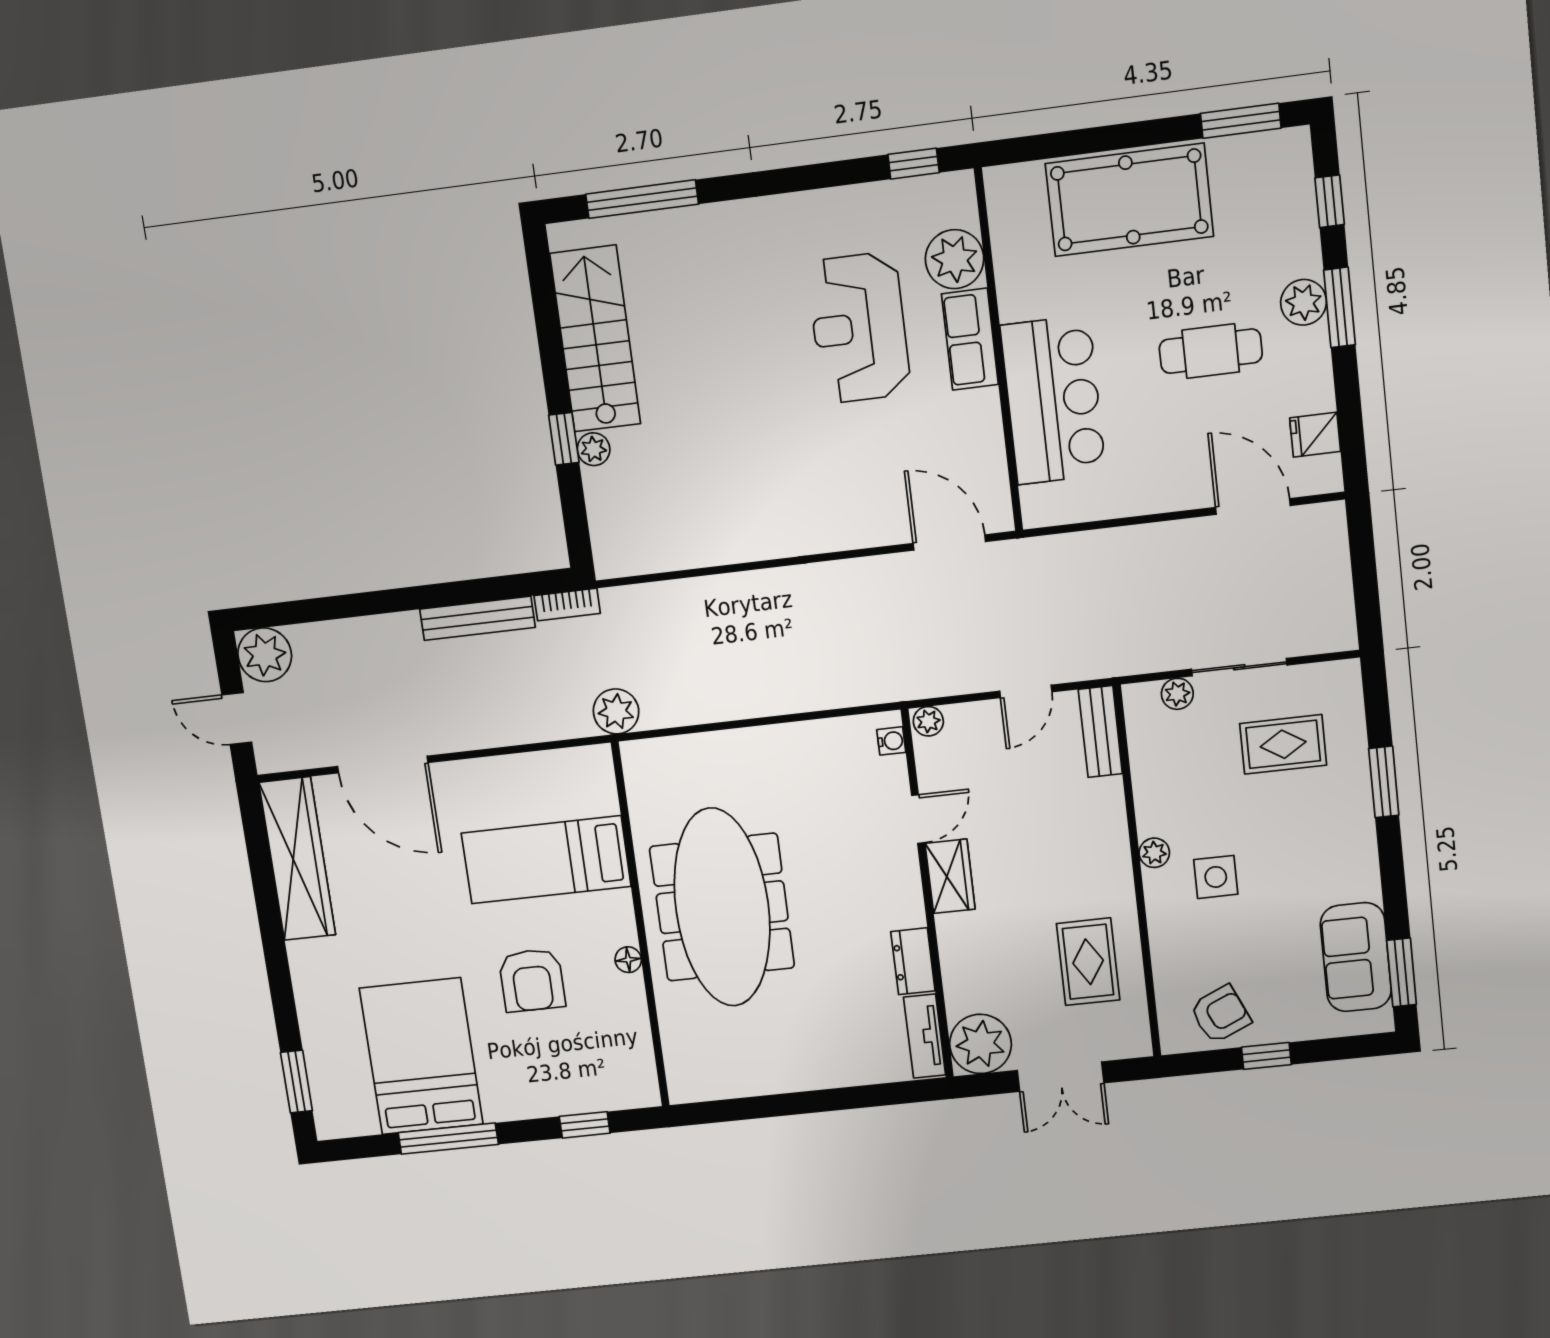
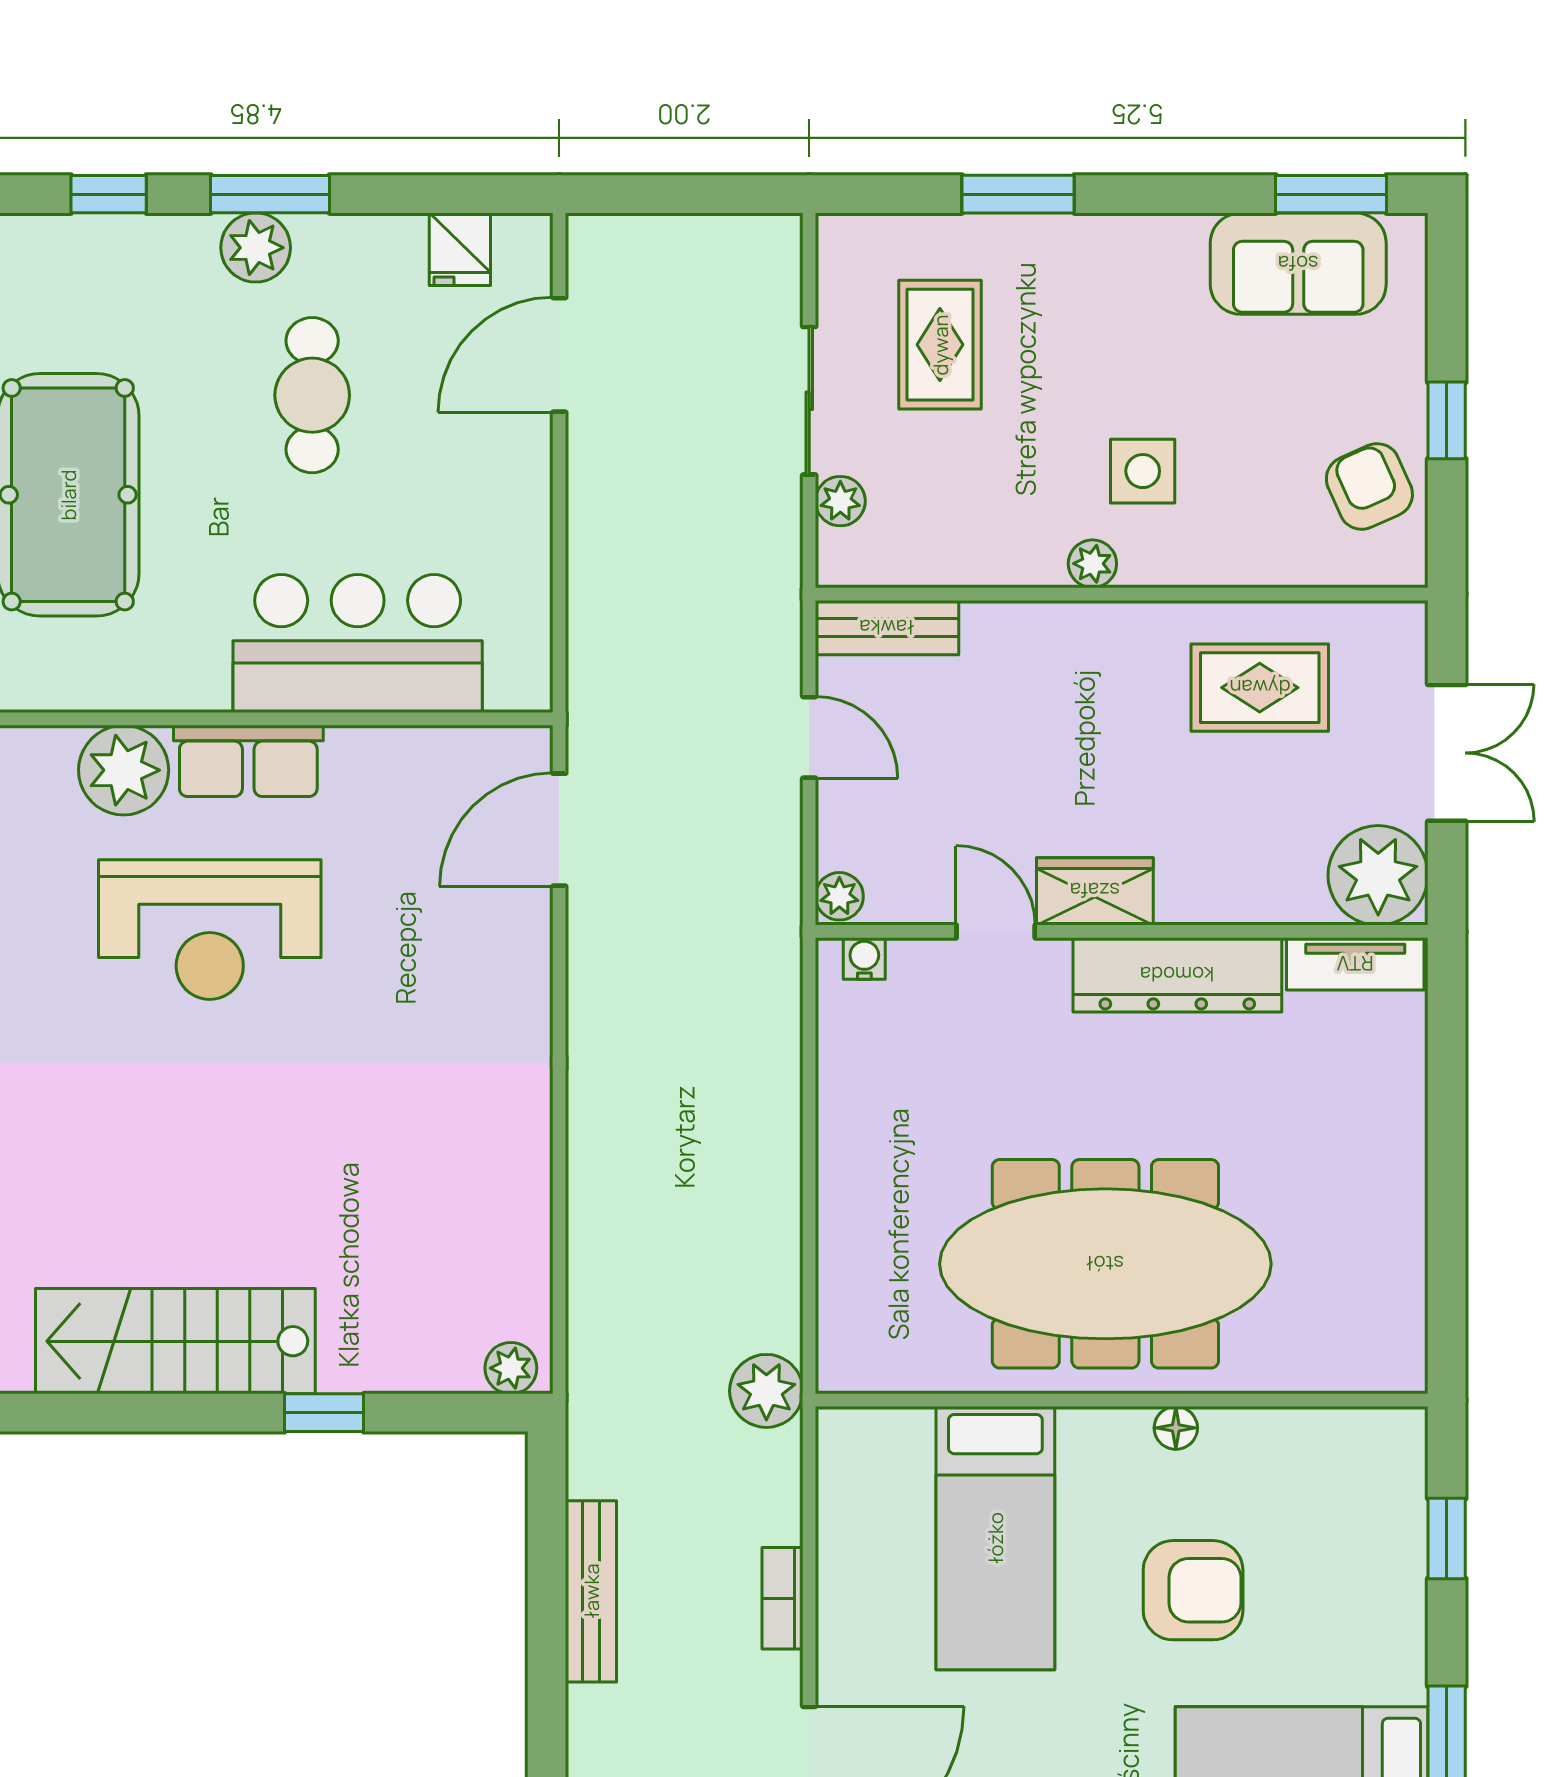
plant: (594, 449) -> (511, 1368), moved
bookcase: (567, 605) -> (783, 1598), moved, turned 180
dresser: (913, 961) -> (1177, 975), width x1.96, depth x1.24

